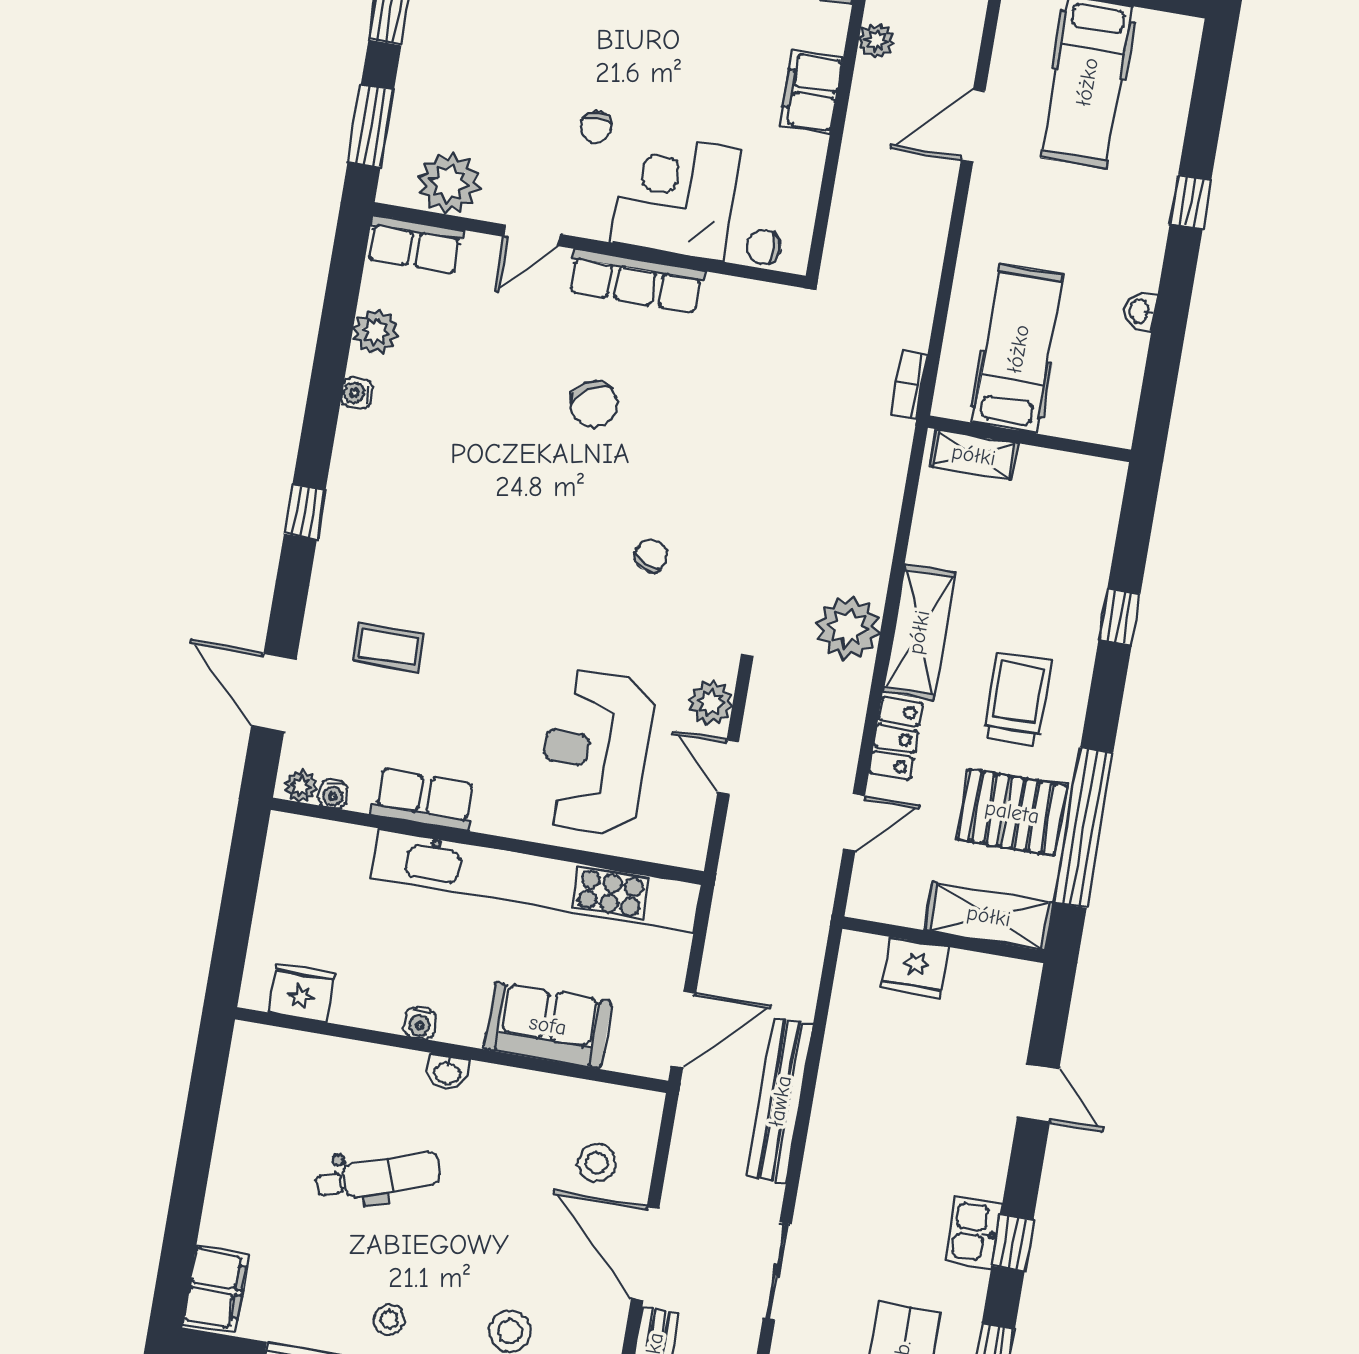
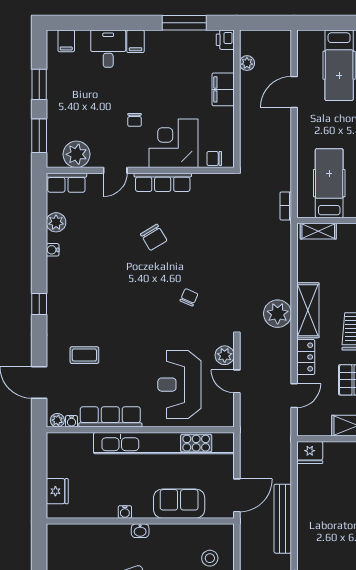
row of seats: (424, 799) -> (110, 417), width x1.48
fridge: (915, 968) -> (310, 453), moved
fridge: (301, 992) -> (57, 491), moved, turned 90

